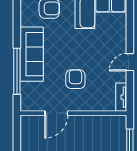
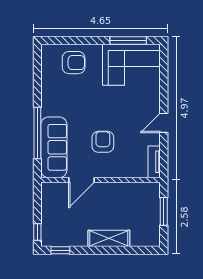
sofa: (32, 54) -> (54, 147), moved

